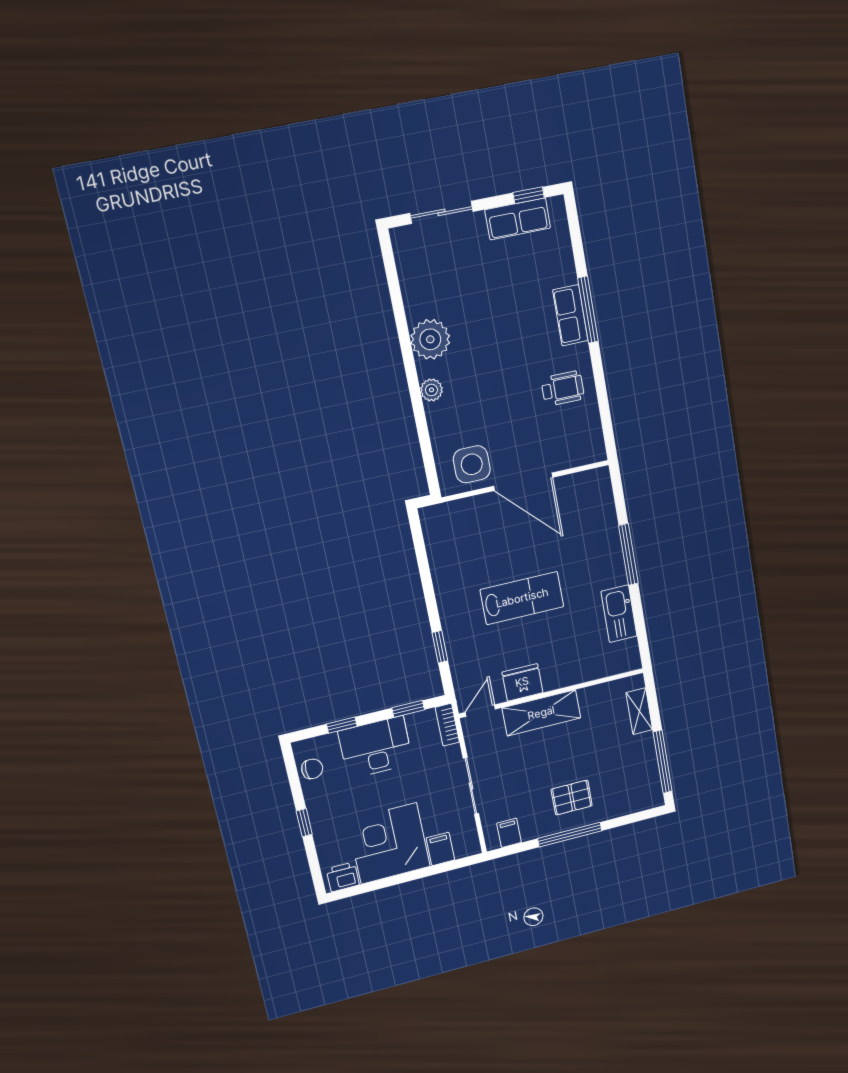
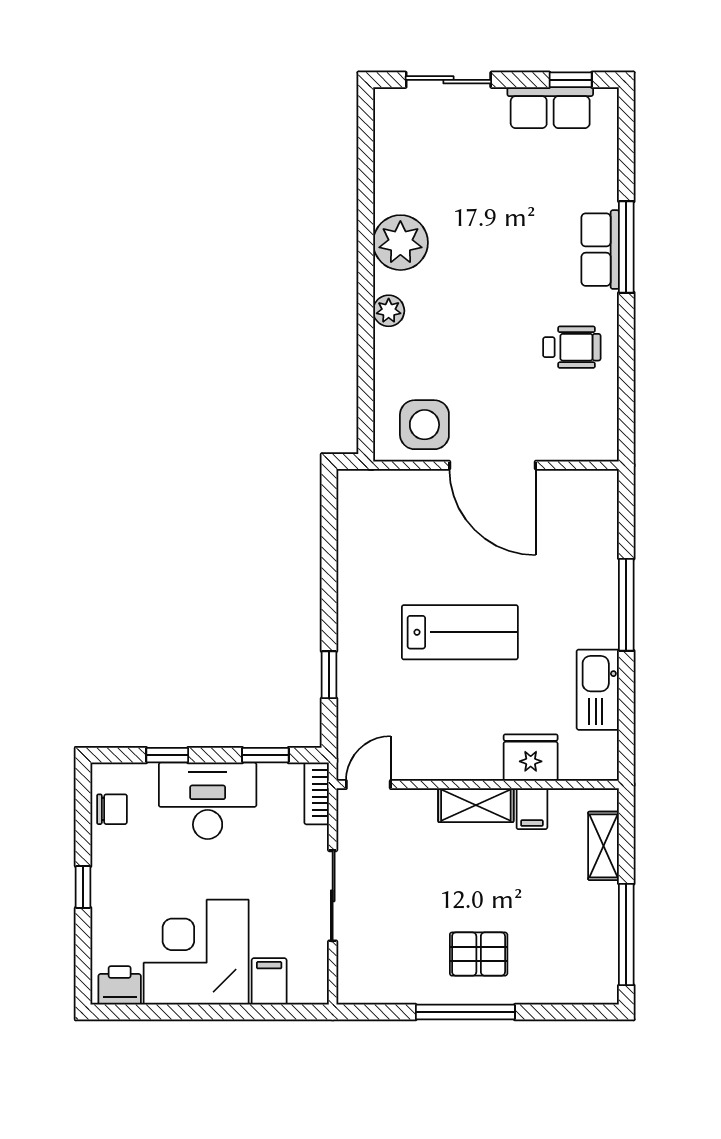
fridge: (522, 682) -> (531, 758), moved
shelving: (541, 713) -> (476, 805), width x0.67, depth x0.75
filing cabinet: (509, 833) -> (532, 809), moved, turned 180

